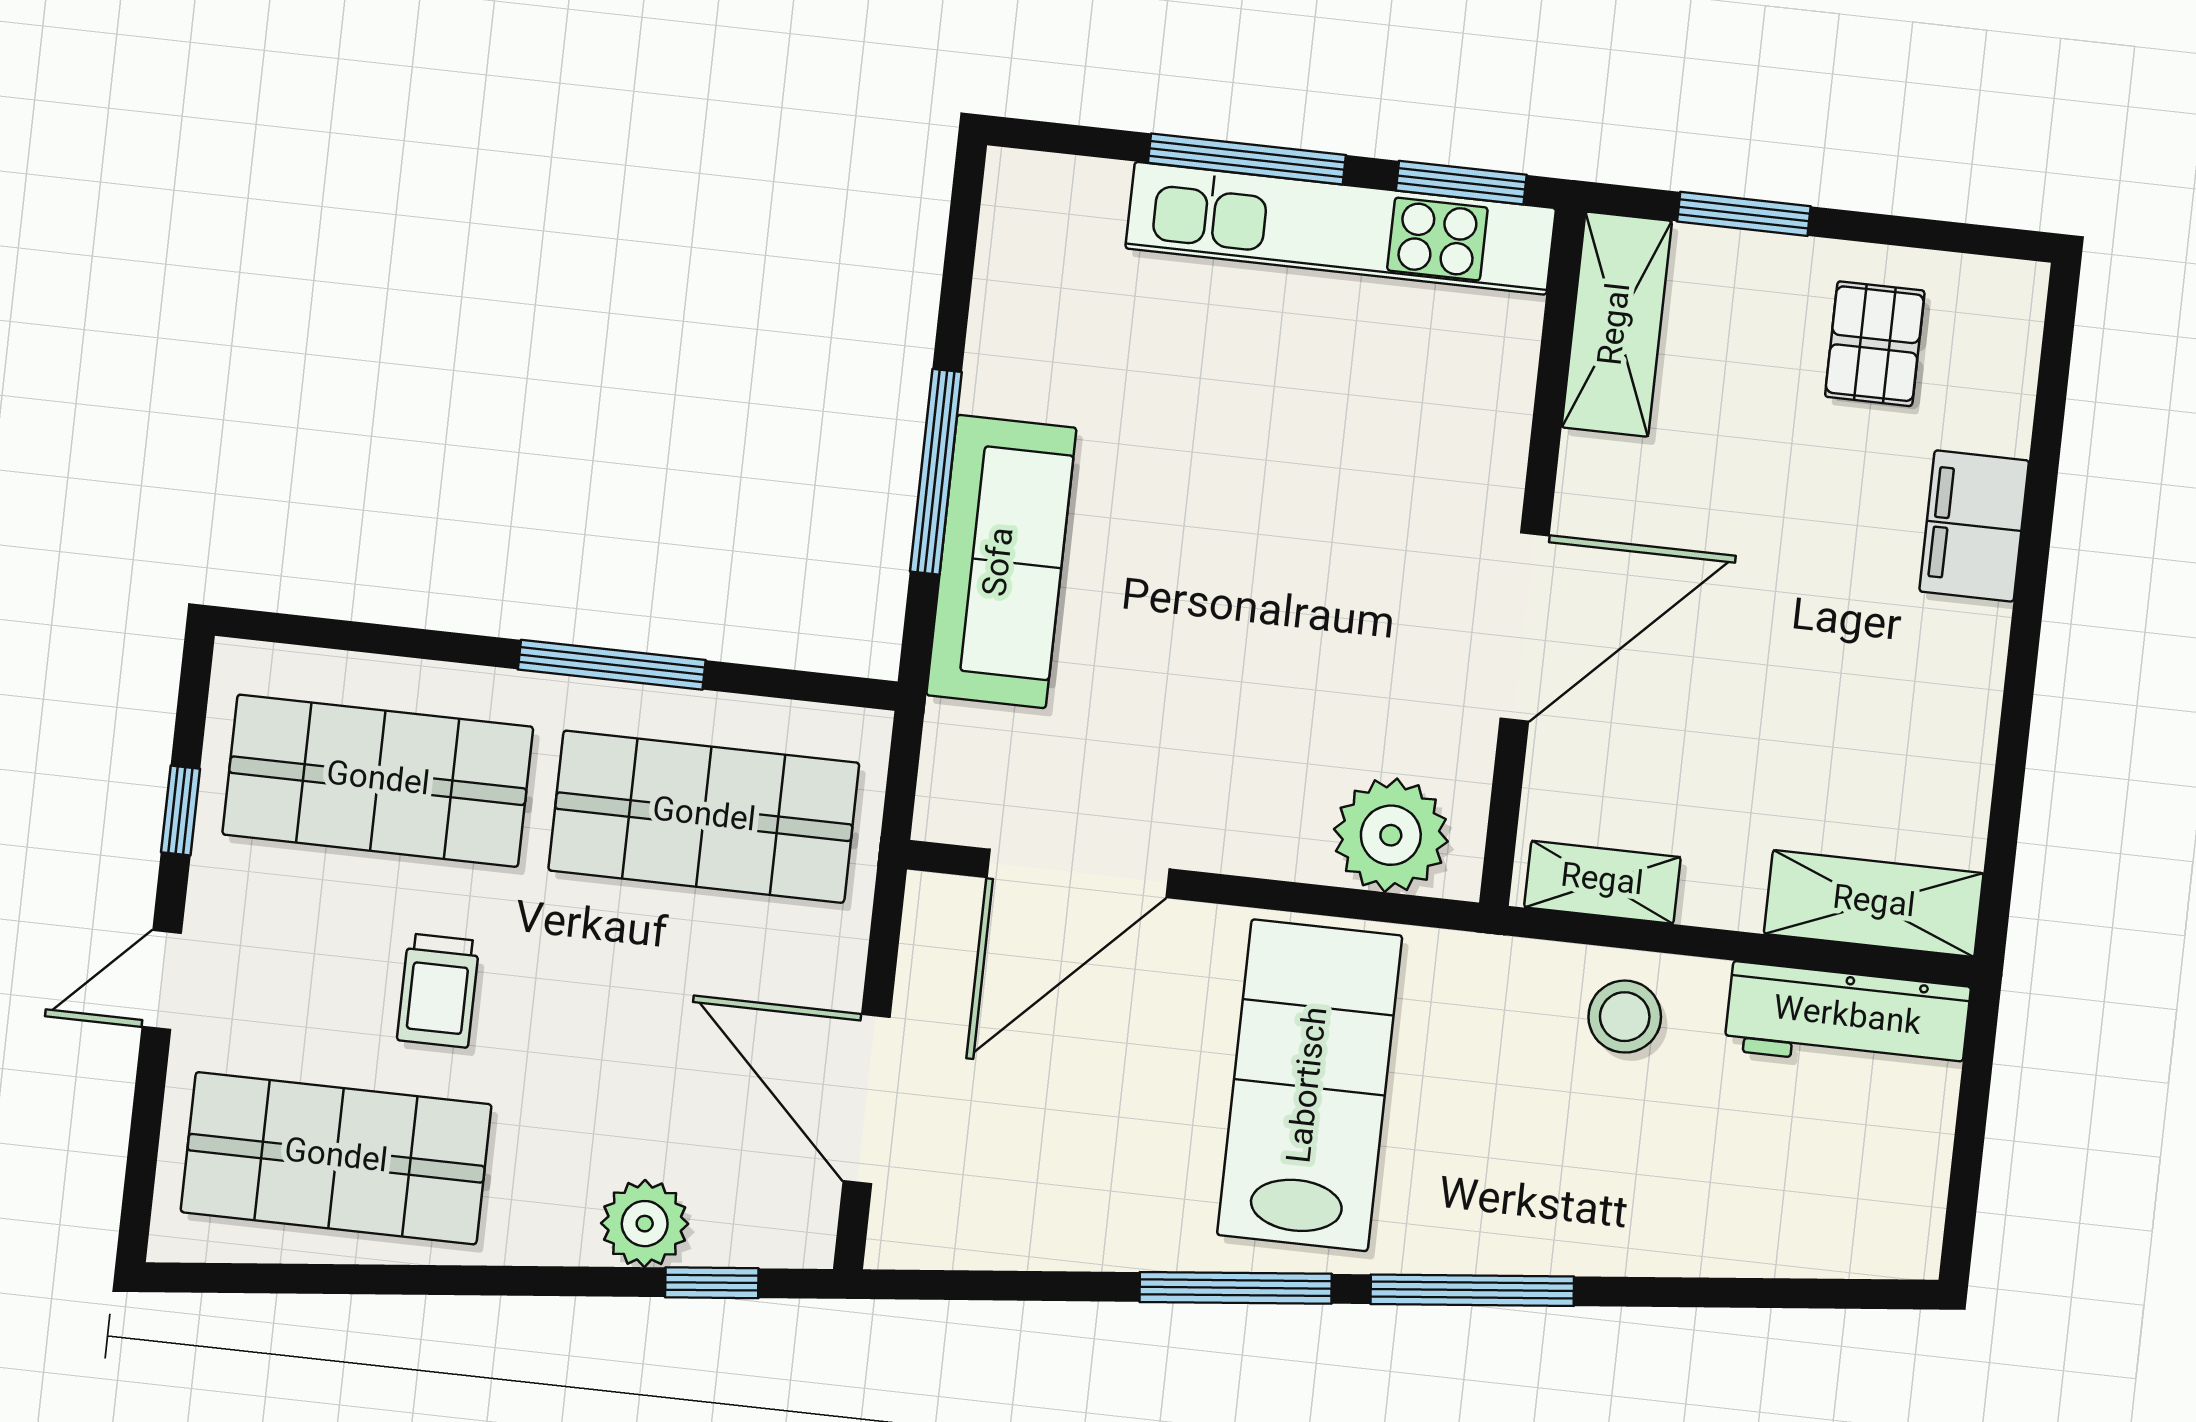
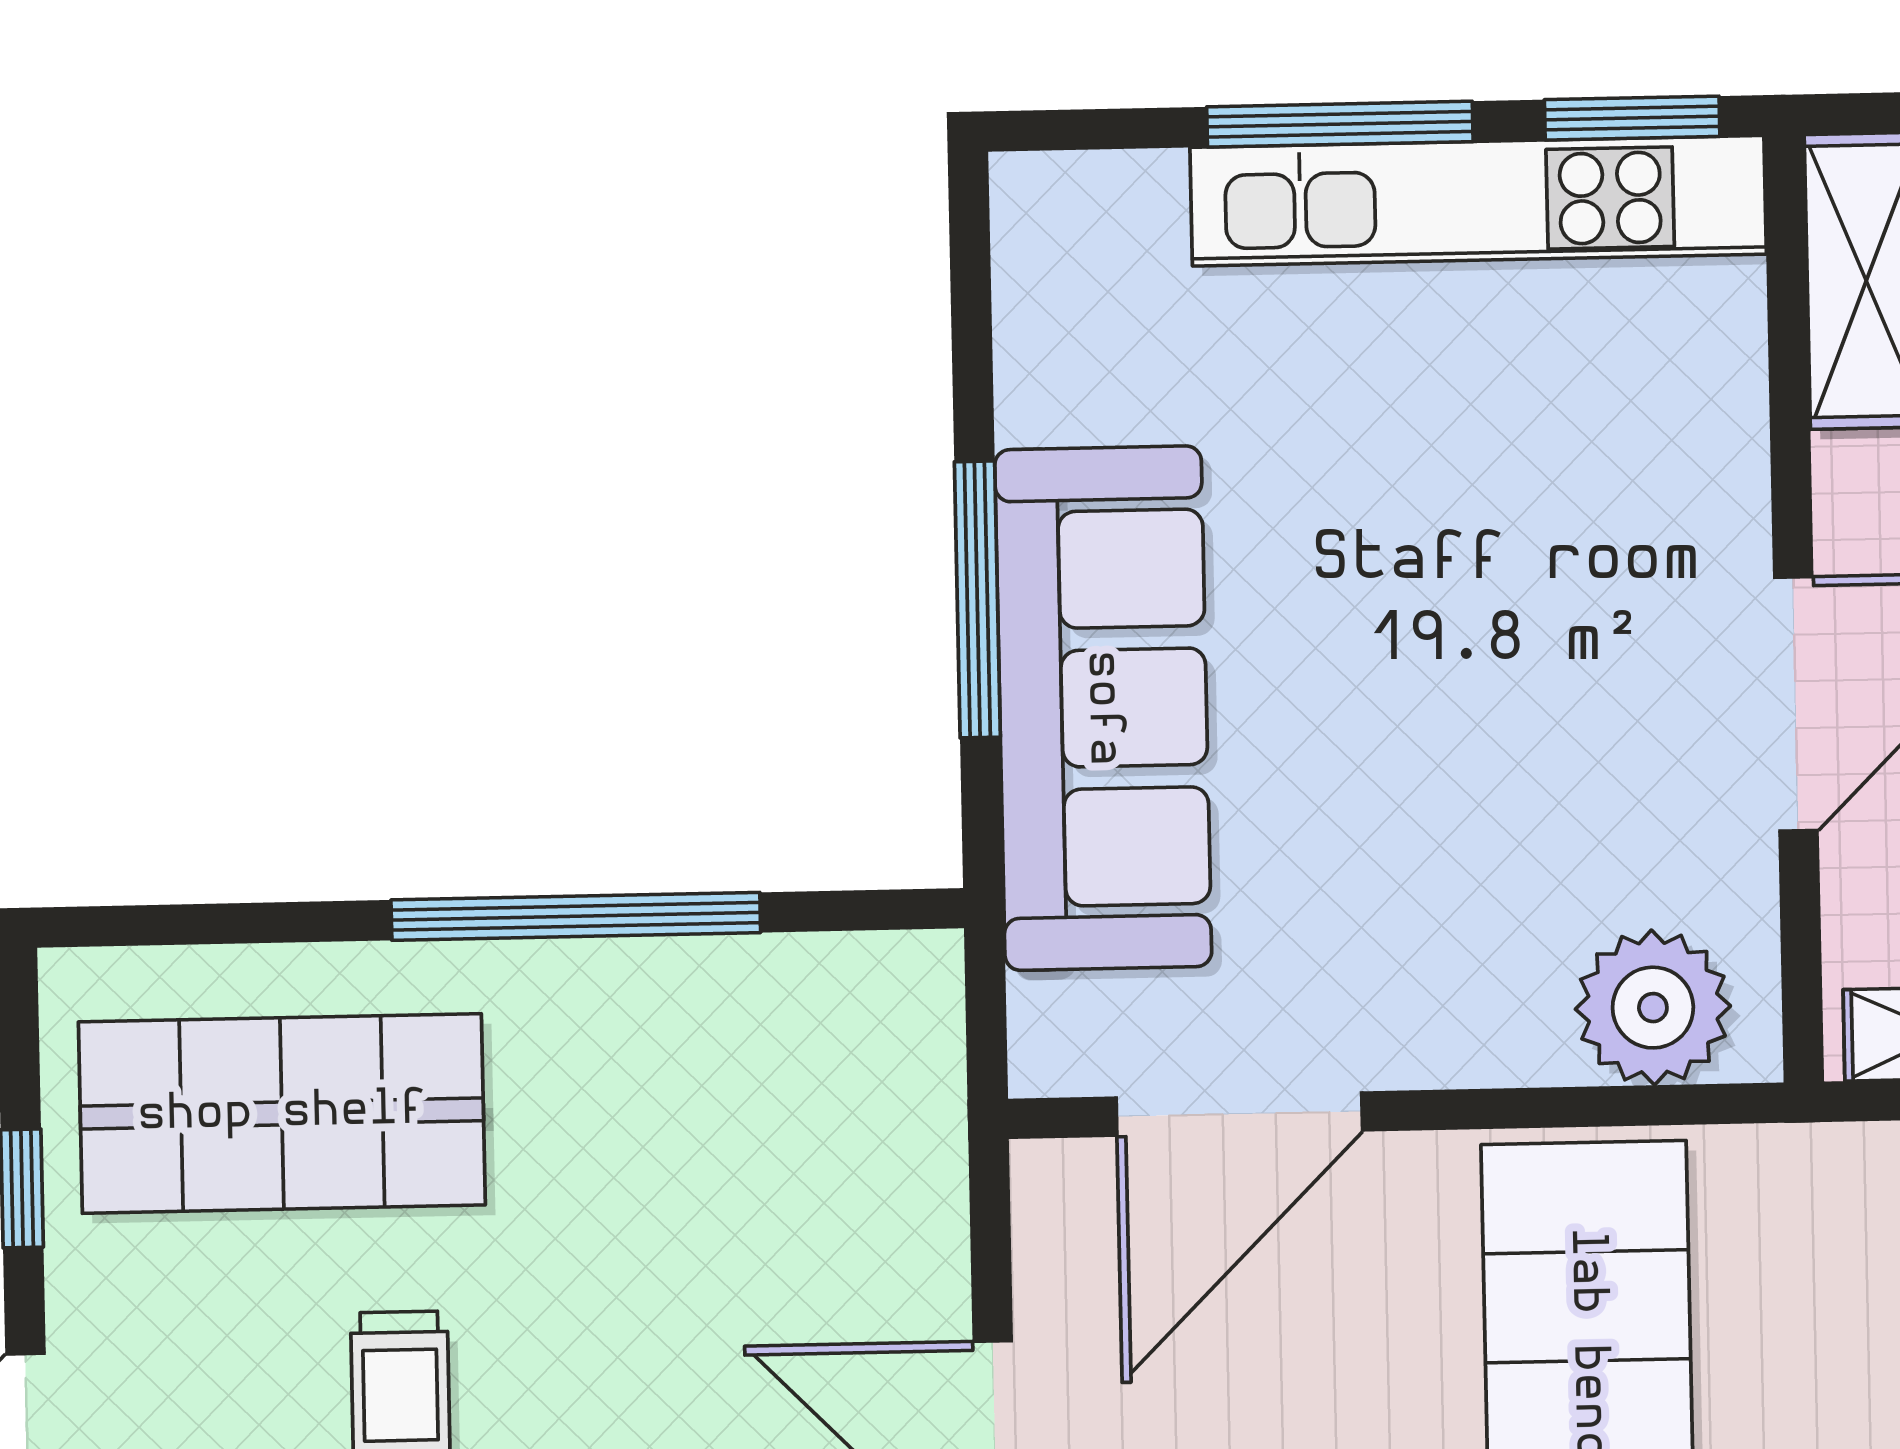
sofa: (1001, 562) -> (1103, 708), width x1.36, depth x1.27
window: (612, 665) -> (576, 916), width x1.46
shop shelf: (704, 817) -> (726, 1104), removed

